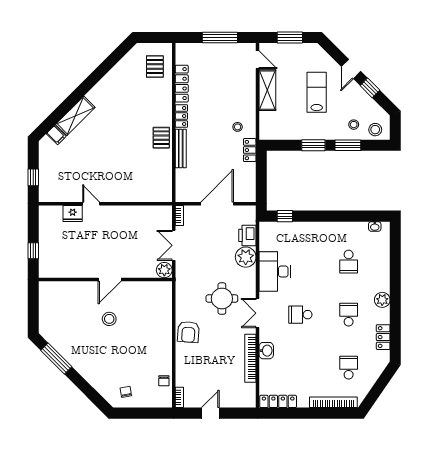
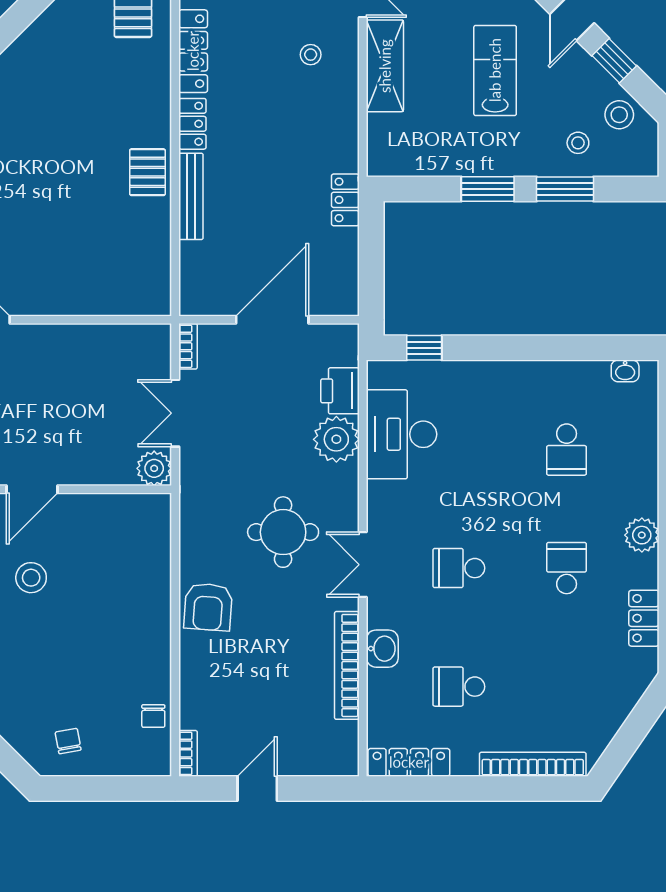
stool: (238, 127) -> (311, 55), moved
stool: (375, 130) -> (619, 115), moved
desk: (275, 272) -> (401, 434), moved
school desk: (349, 368) -> (459, 687), moved, turned -90

